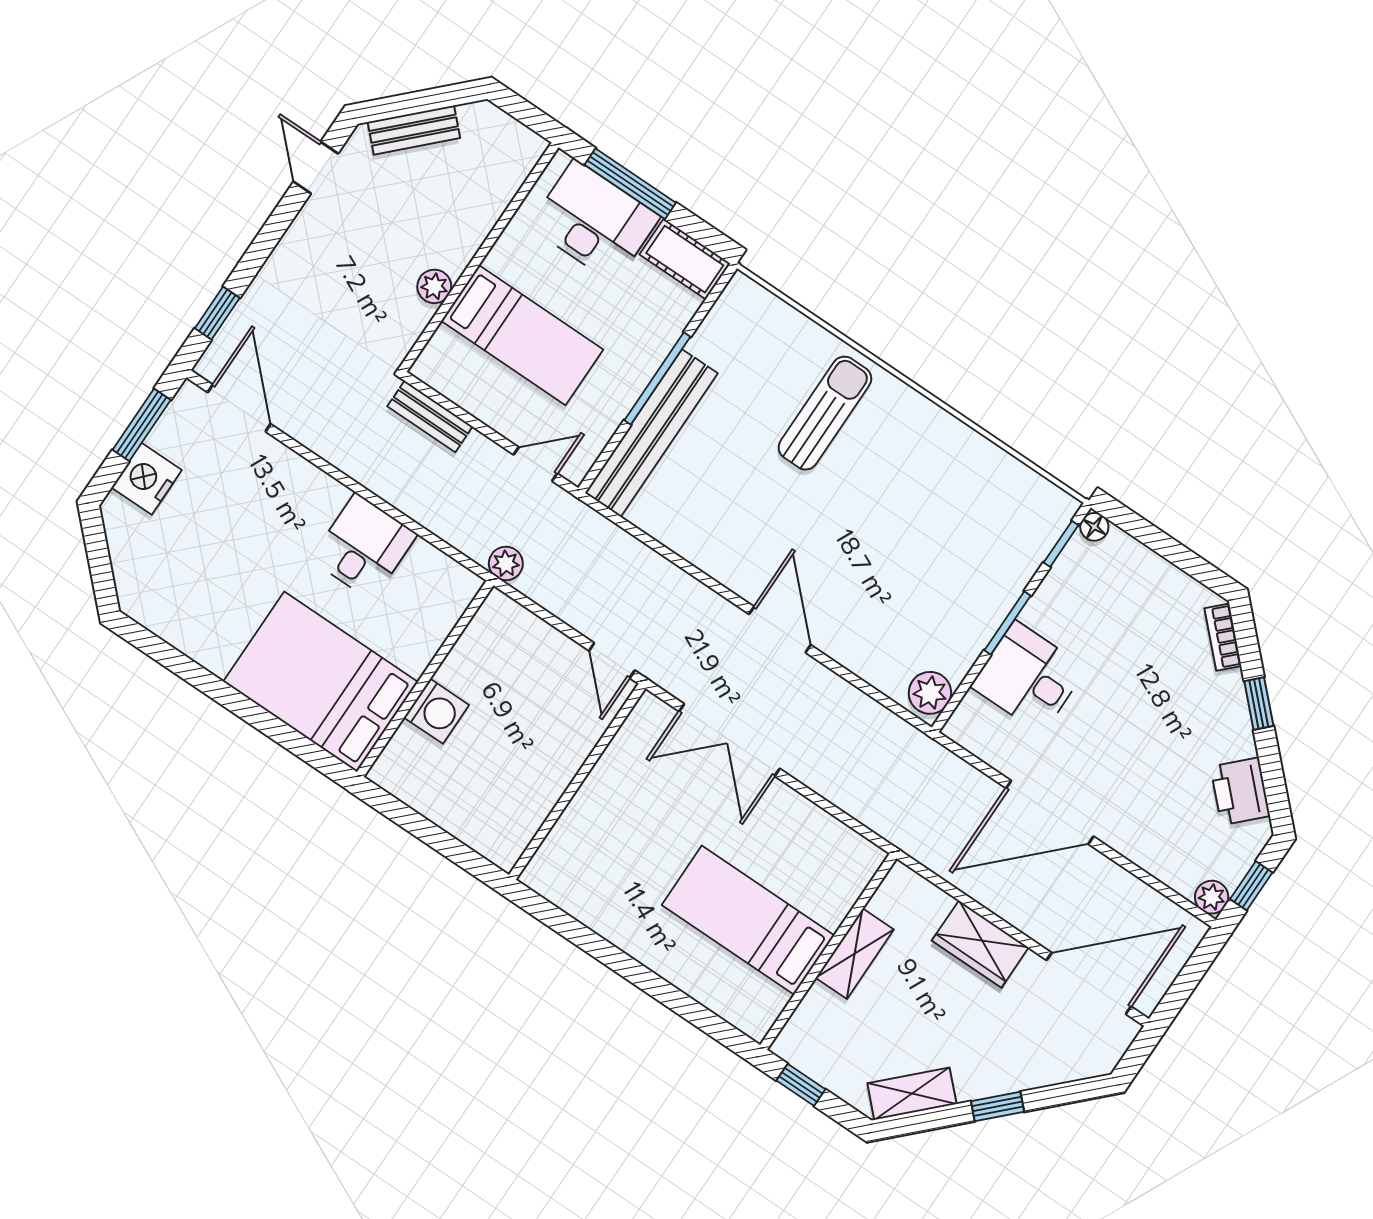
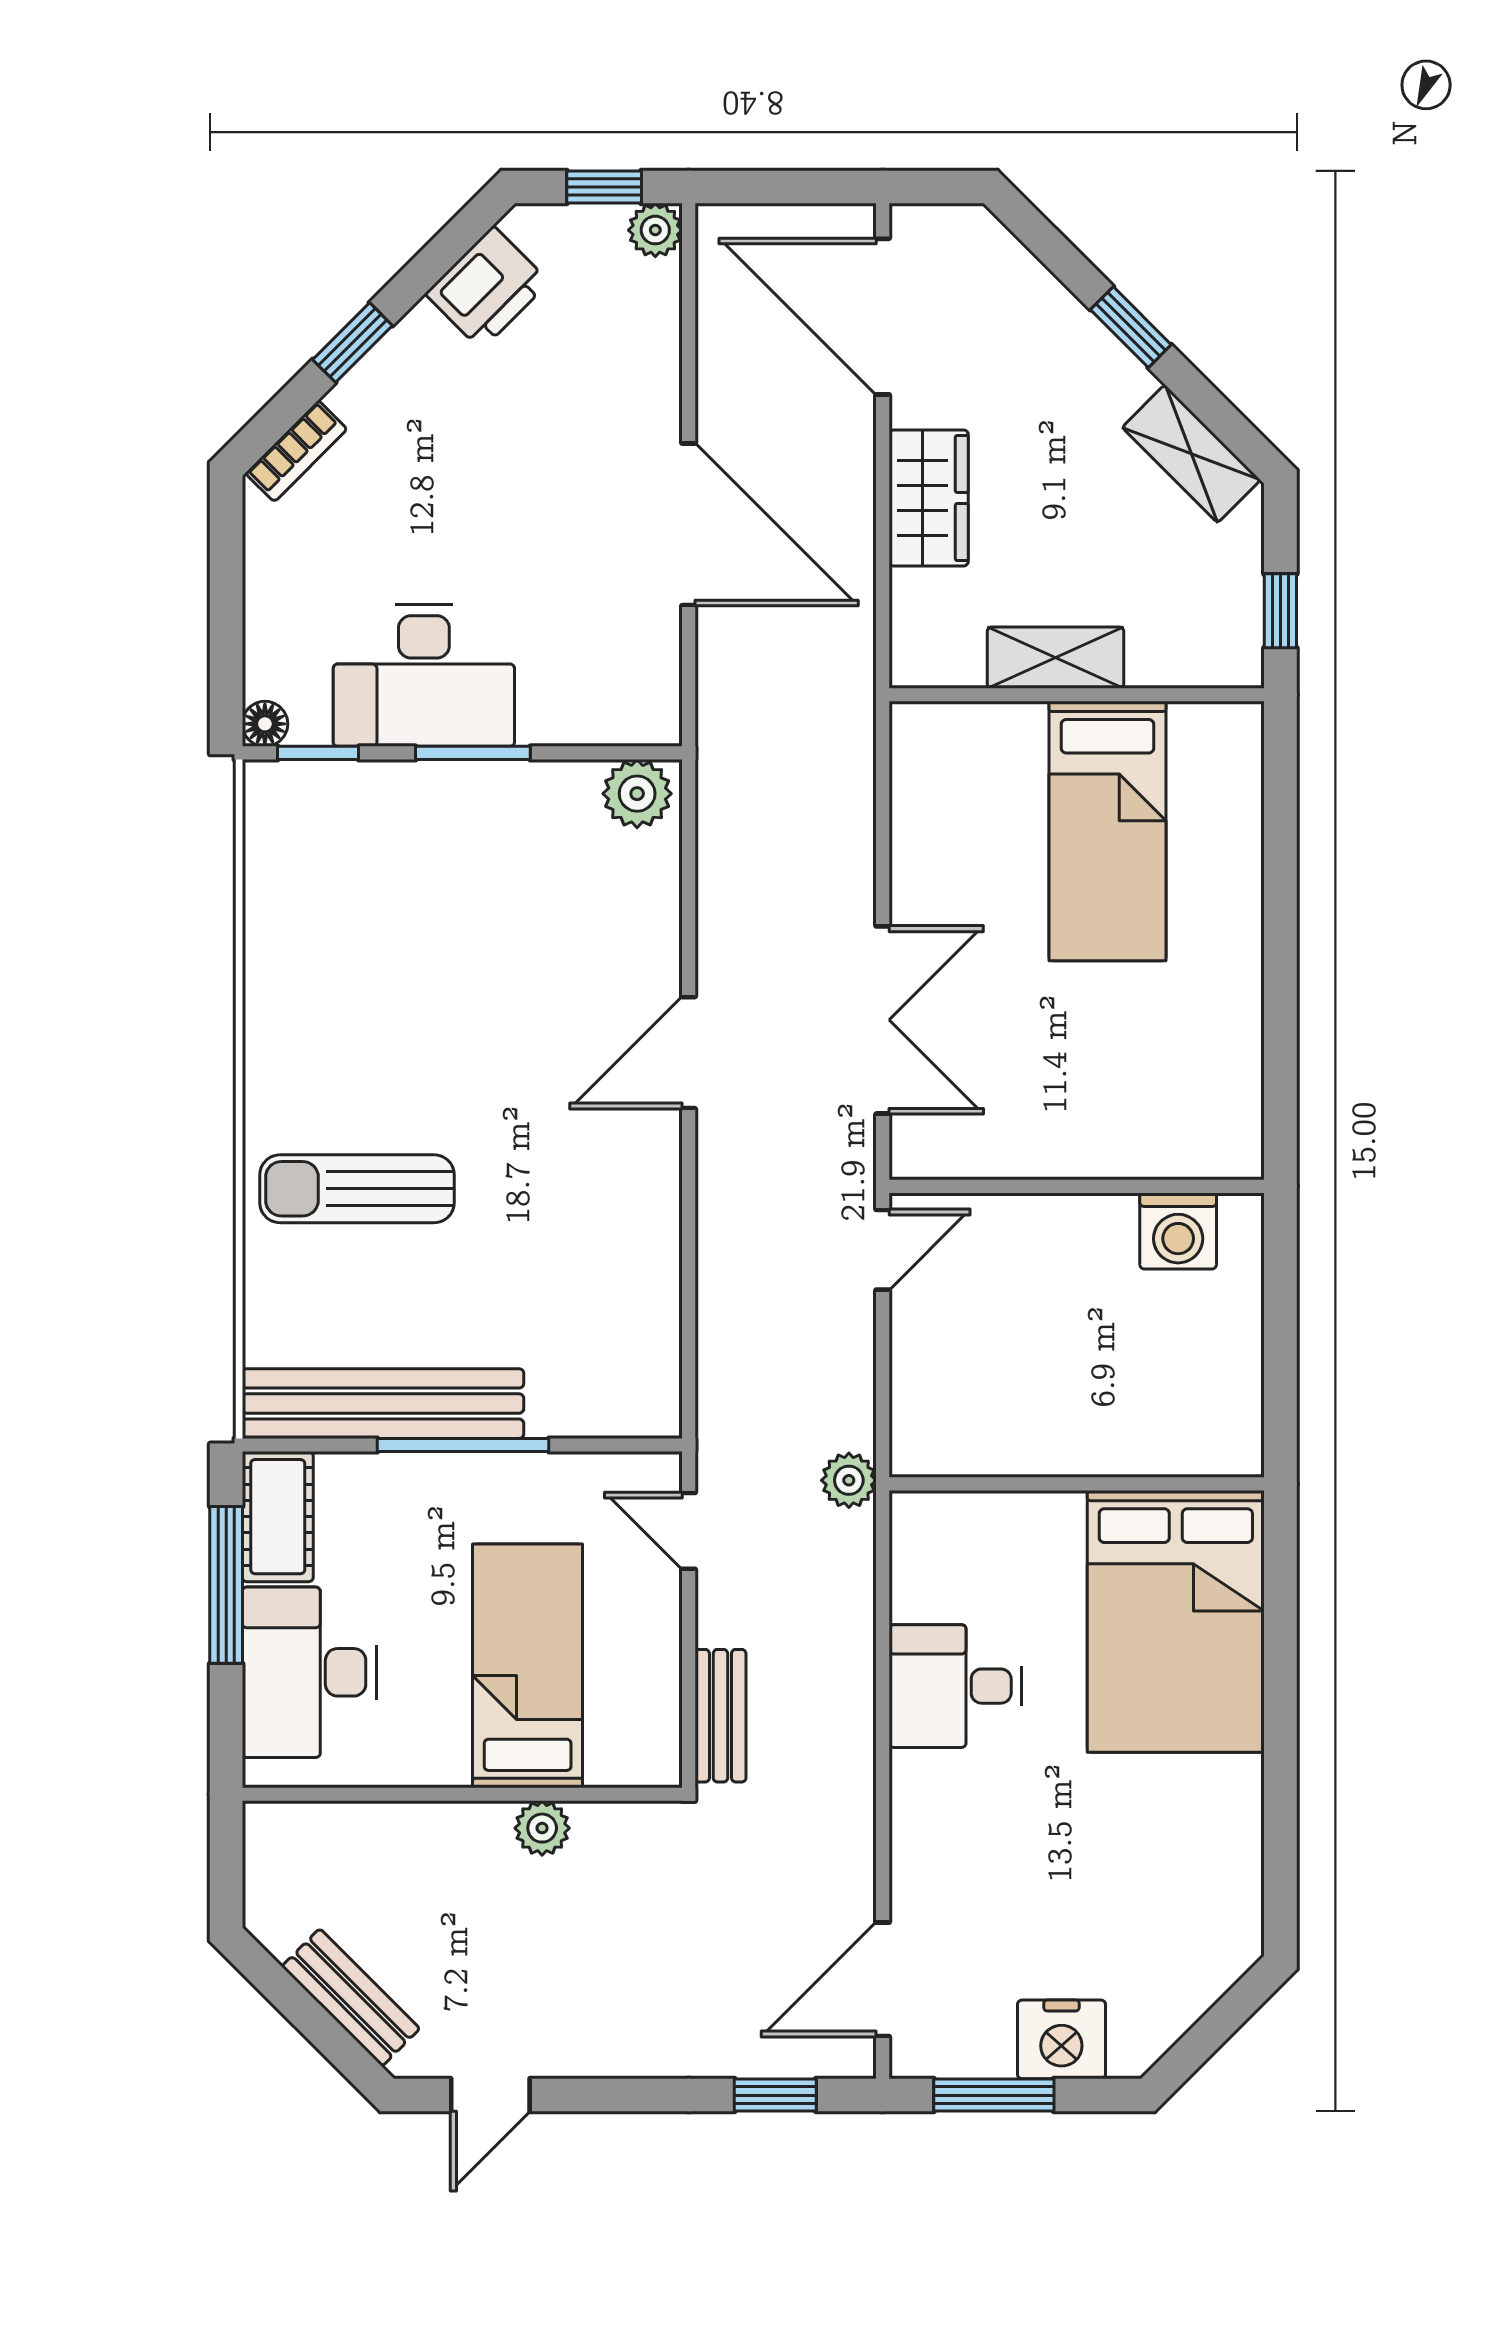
window: (630, 184) -> (226, 1585), moved
bench: (651, 433) -> (383, 1404), moved
desk: (1029, 677) -> (424, 675), moved, width x1.37
washing machine: (436, 711) -> (1178, 1231), moved, turned 180

